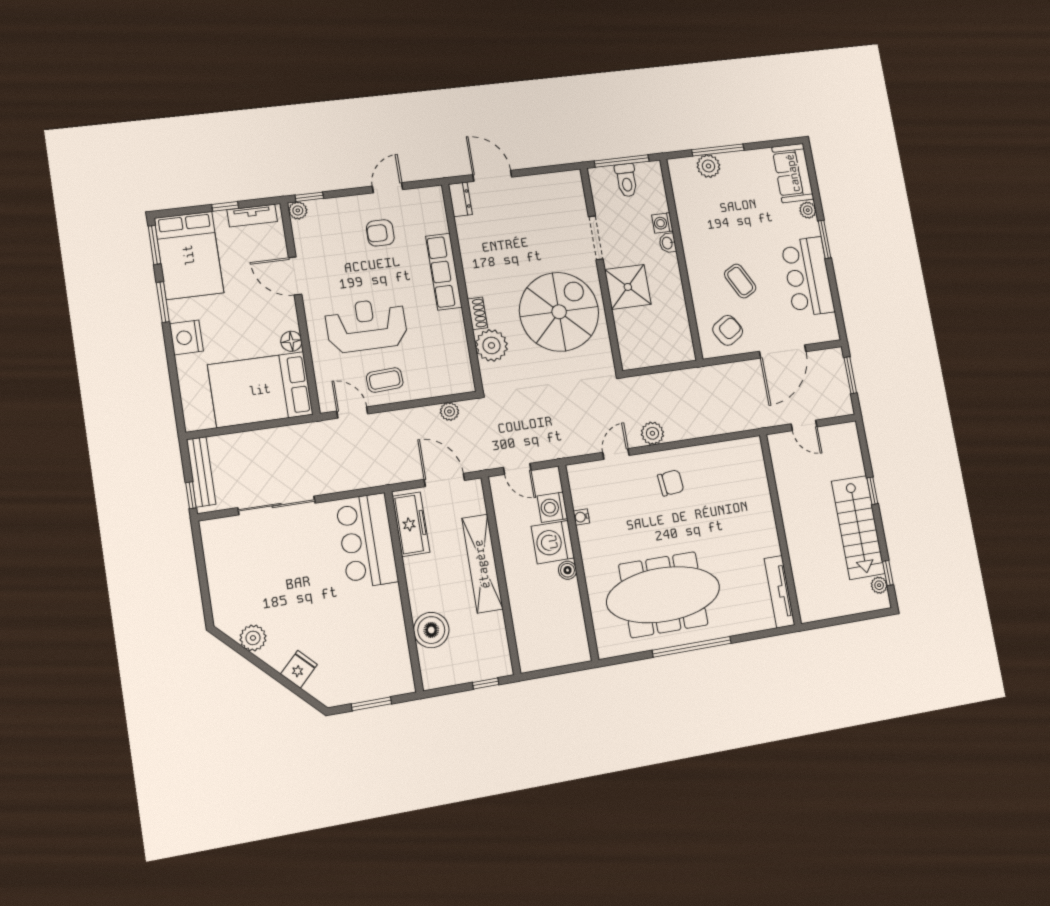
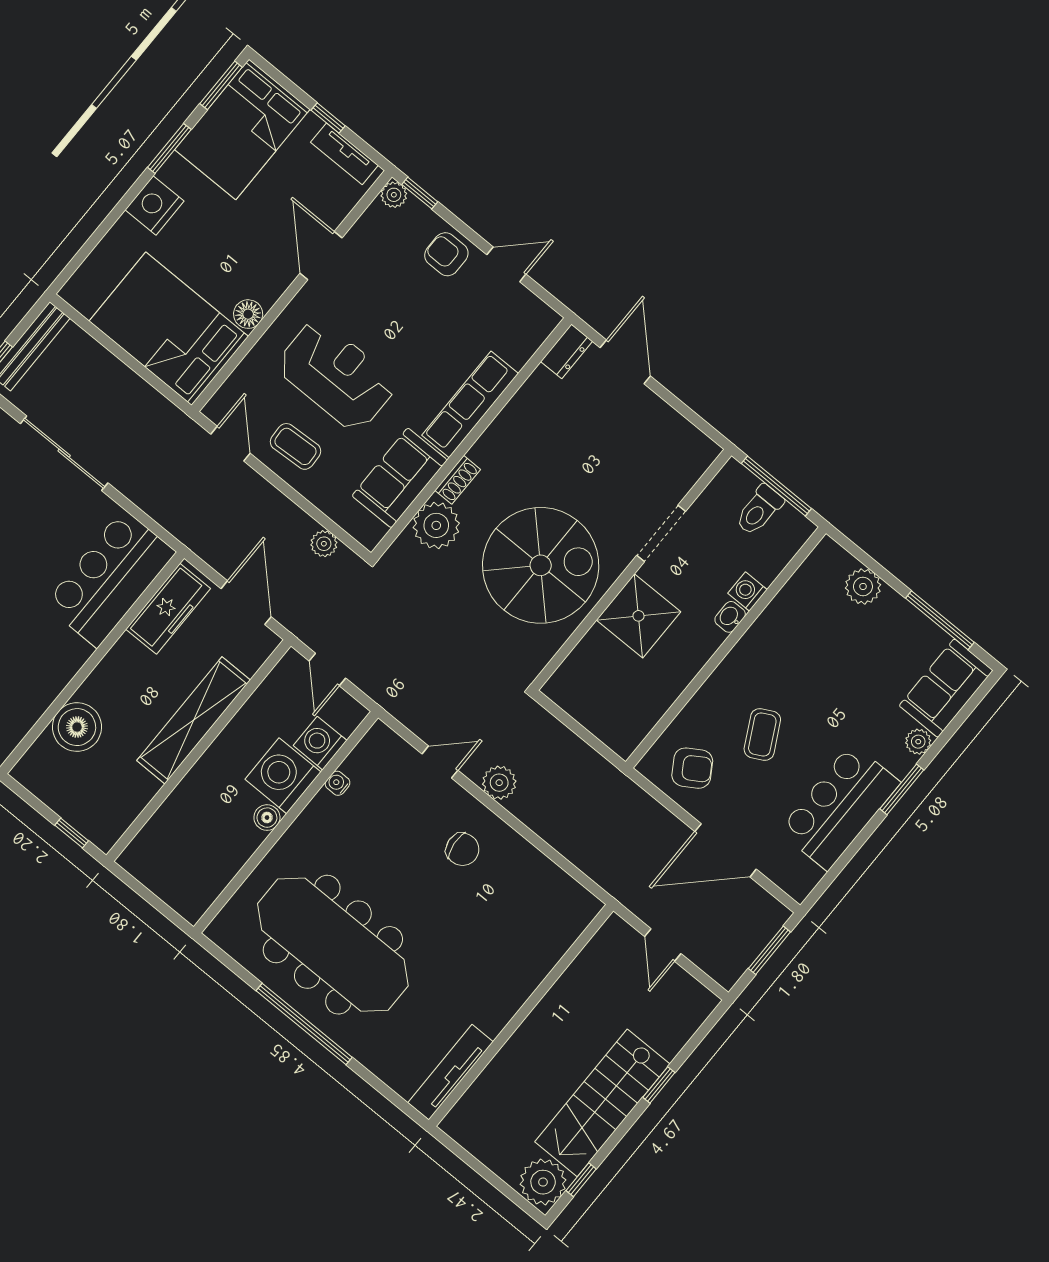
window: (718, 150) -> (940, 620), moved
armchair: (380, 233) -> (446, 254), moved
sofa: (450, 342) -> (400, 478), added
plant: (879, 585) -> (543, 1182), width x1.87, depth x1.87

